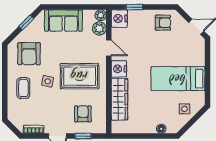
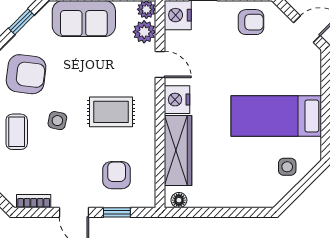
armchair: (29, 54) -> (26, 74), turned -83
rug: (80, 76) -> (111, 112), width x0.73, depth x0.70
floor lamp: (161, 129) -> (179, 200), moved

